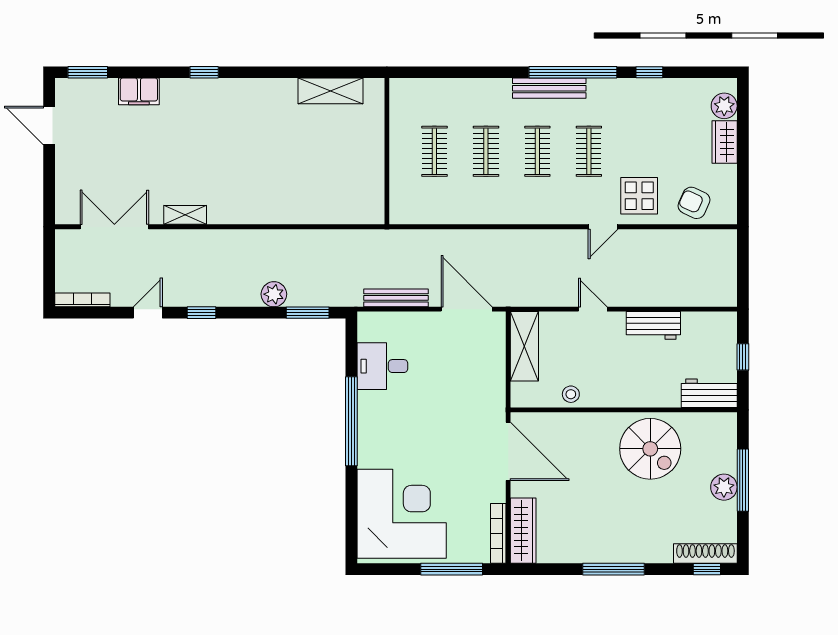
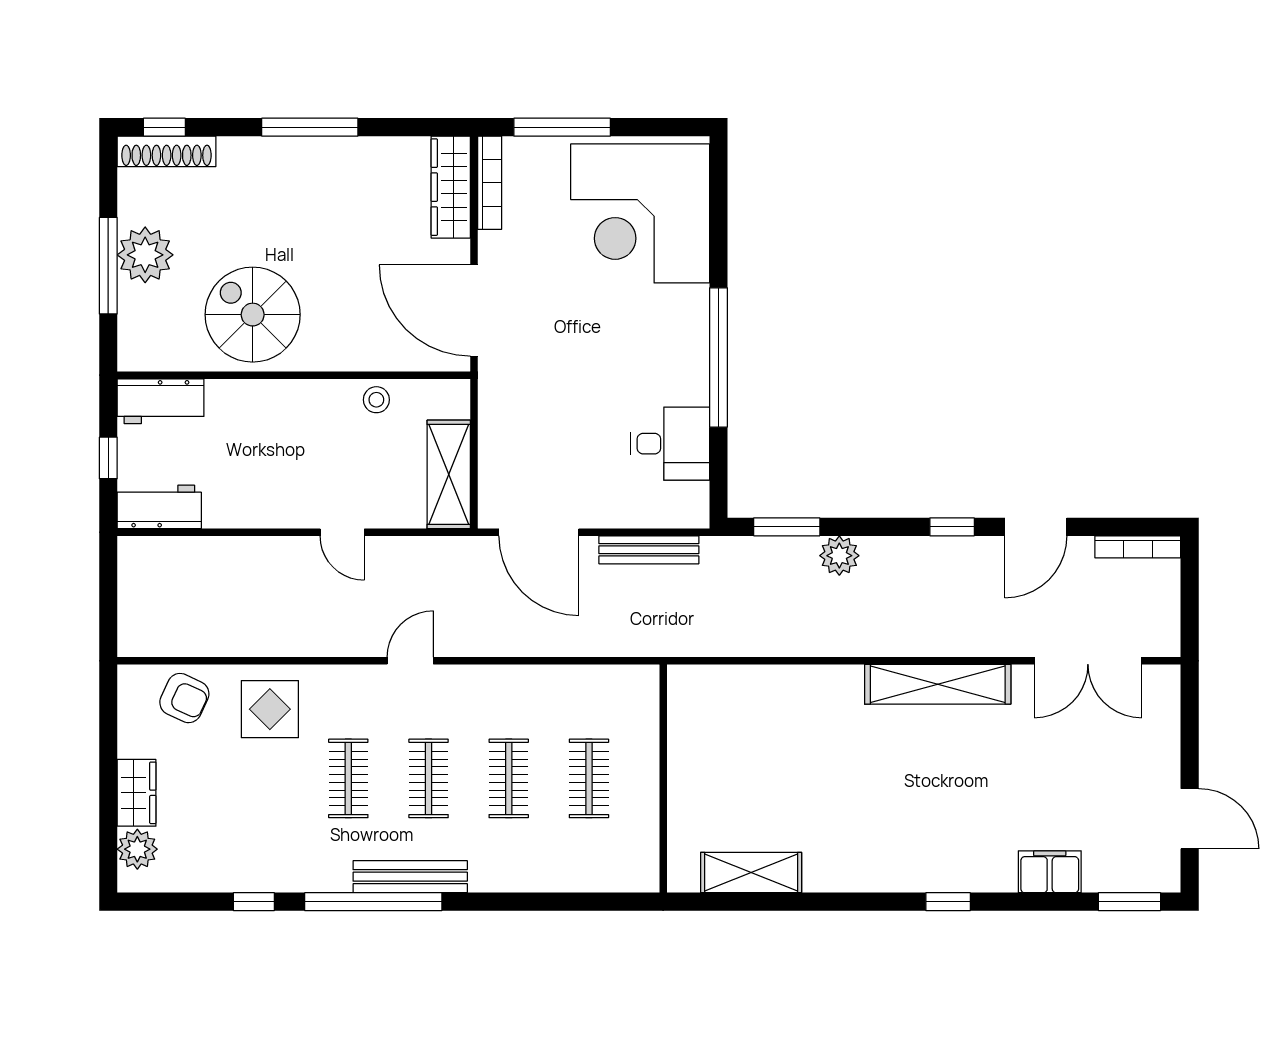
shelving: (185, 215) -> (938, 684), width x2.20, depth x1.33
door: (603, 227) -> (410, 661), moved
door: (148, 313) -> (1036, 527), width x1.38
workbench: (653, 325) -> (159, 507), moved
plant: (724, 487) -> (145, 255), width x1.36, depth x1.36

